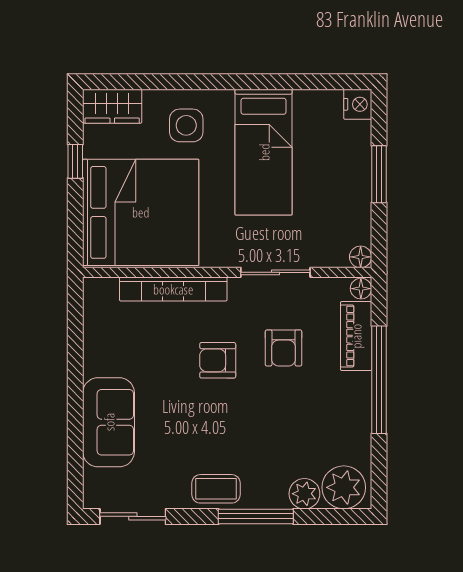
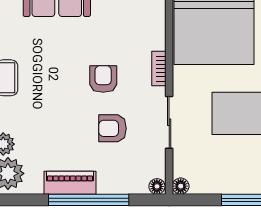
bookcase: (173, 289) -> (159, 69), width x0.43, depth x0.76
piano: (356, 336) -> (70, 183), moved

